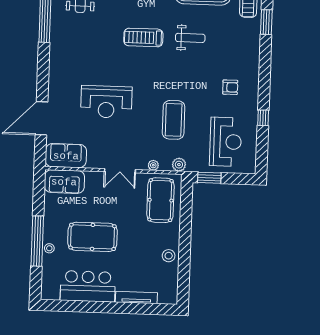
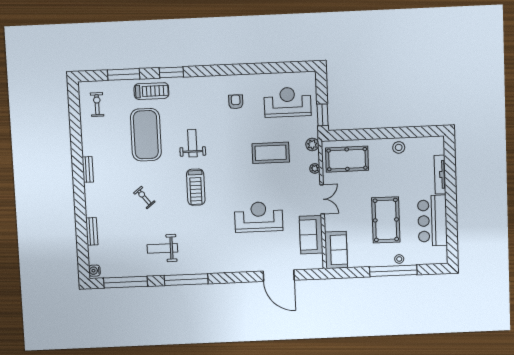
reception desk: (106, 102) -> (259, 217), turned -90
window: (263, 118) -> (262, 68), removed
sofa: (66, 156) -> (311, 235), moved

